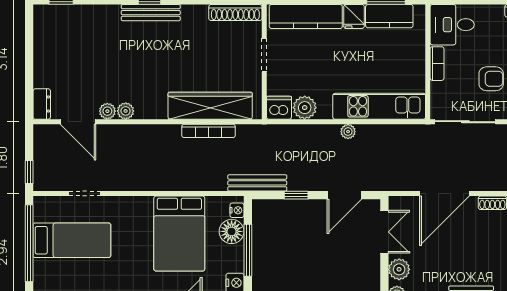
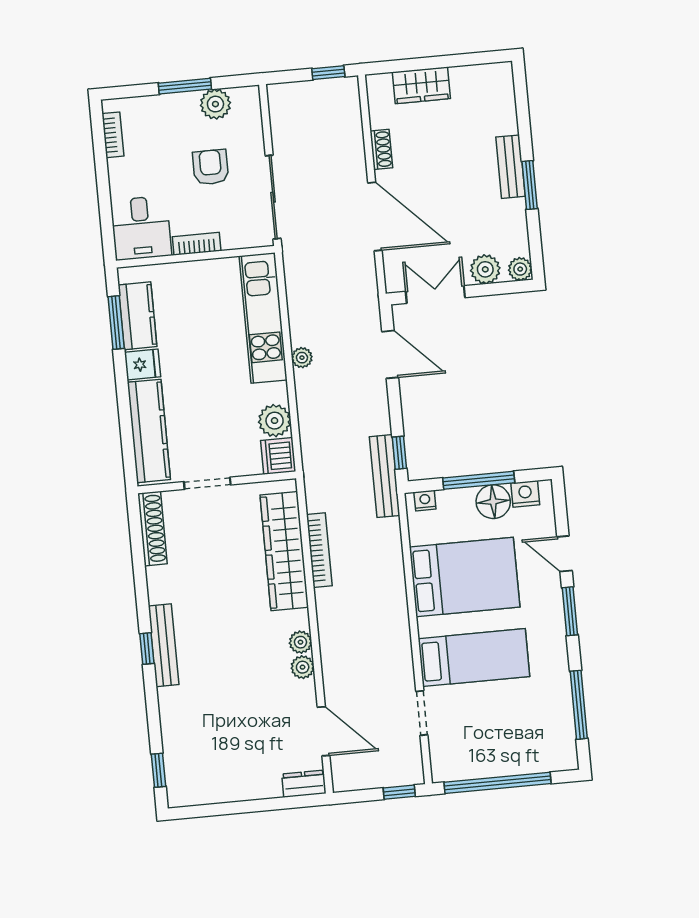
plant: (107, 111) -> (300, 642), moved
door: (78, 122) -> (324, 731), hinge flipped
window: (296, 195) -> (399, 453), moved
floor lamp: (232, 231) -> (493, 502), moved
bed: (72, 240) -> (474, 658), moved, turned 90

